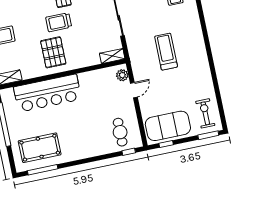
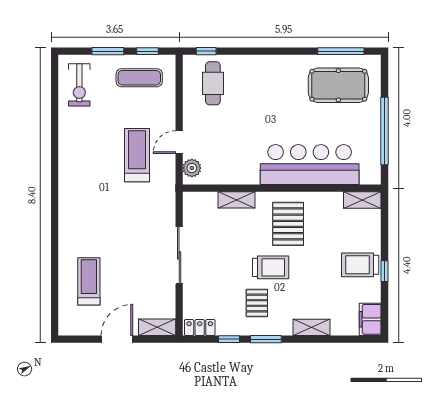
treadmill: (166, 52) -> (137, 155), moved, turned 180
shelving: (112, 56) -> (237, 200), moved
exercise mat: (168, 126) -> (139, 78), width x0.50, depth x0.69
window: (208, 135) -> (108, 51), moved

